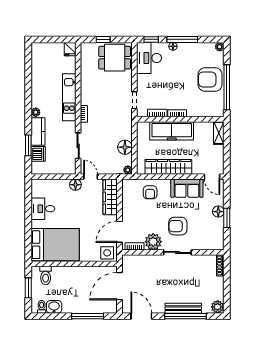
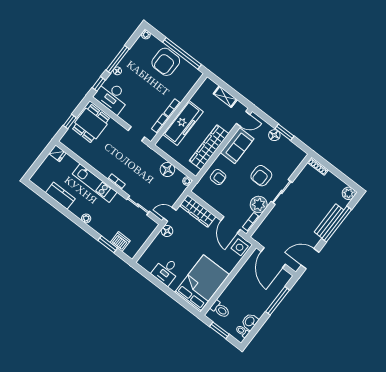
kitchen counter: (38, 132) -> (60, 196), moved
shelving: (219, 133) -> (225, 97), moved

